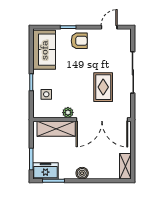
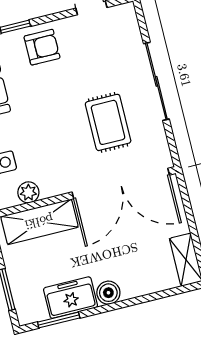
plant: (68, 113) -> (28, 192), moved
freezer: (45, 171) -> (71, 298), moved

